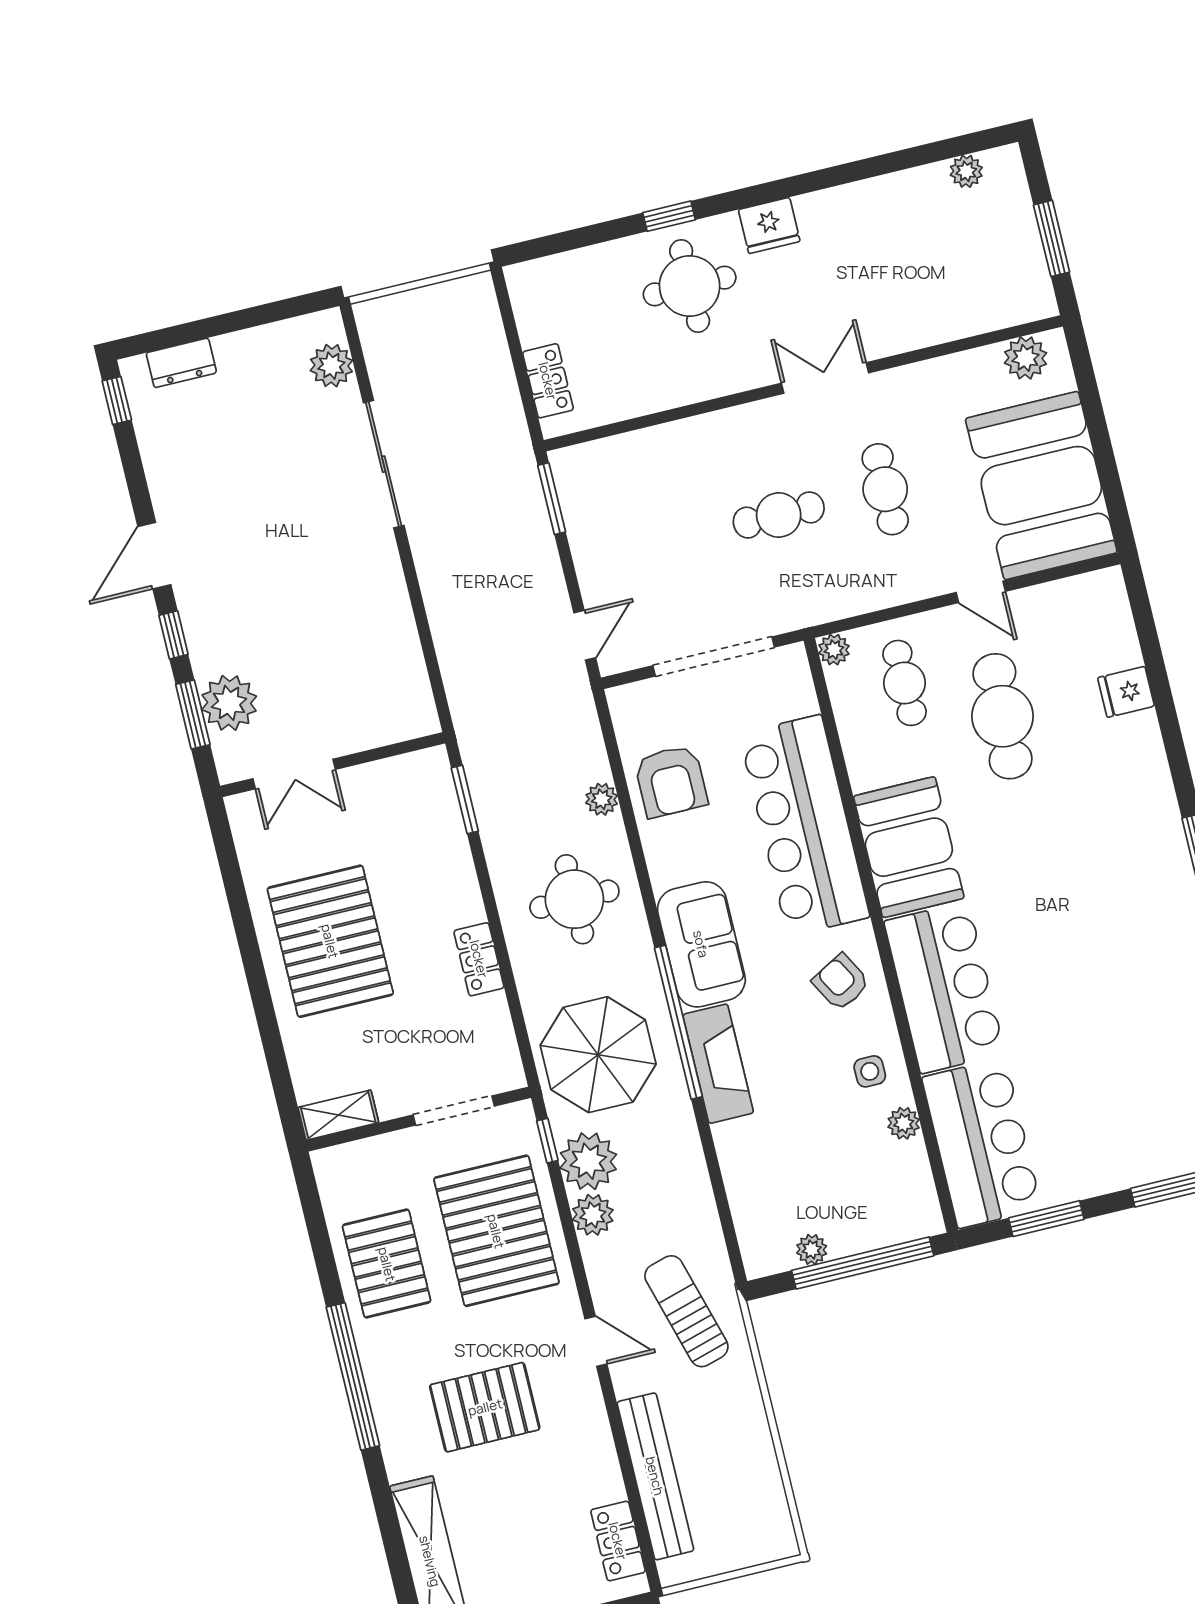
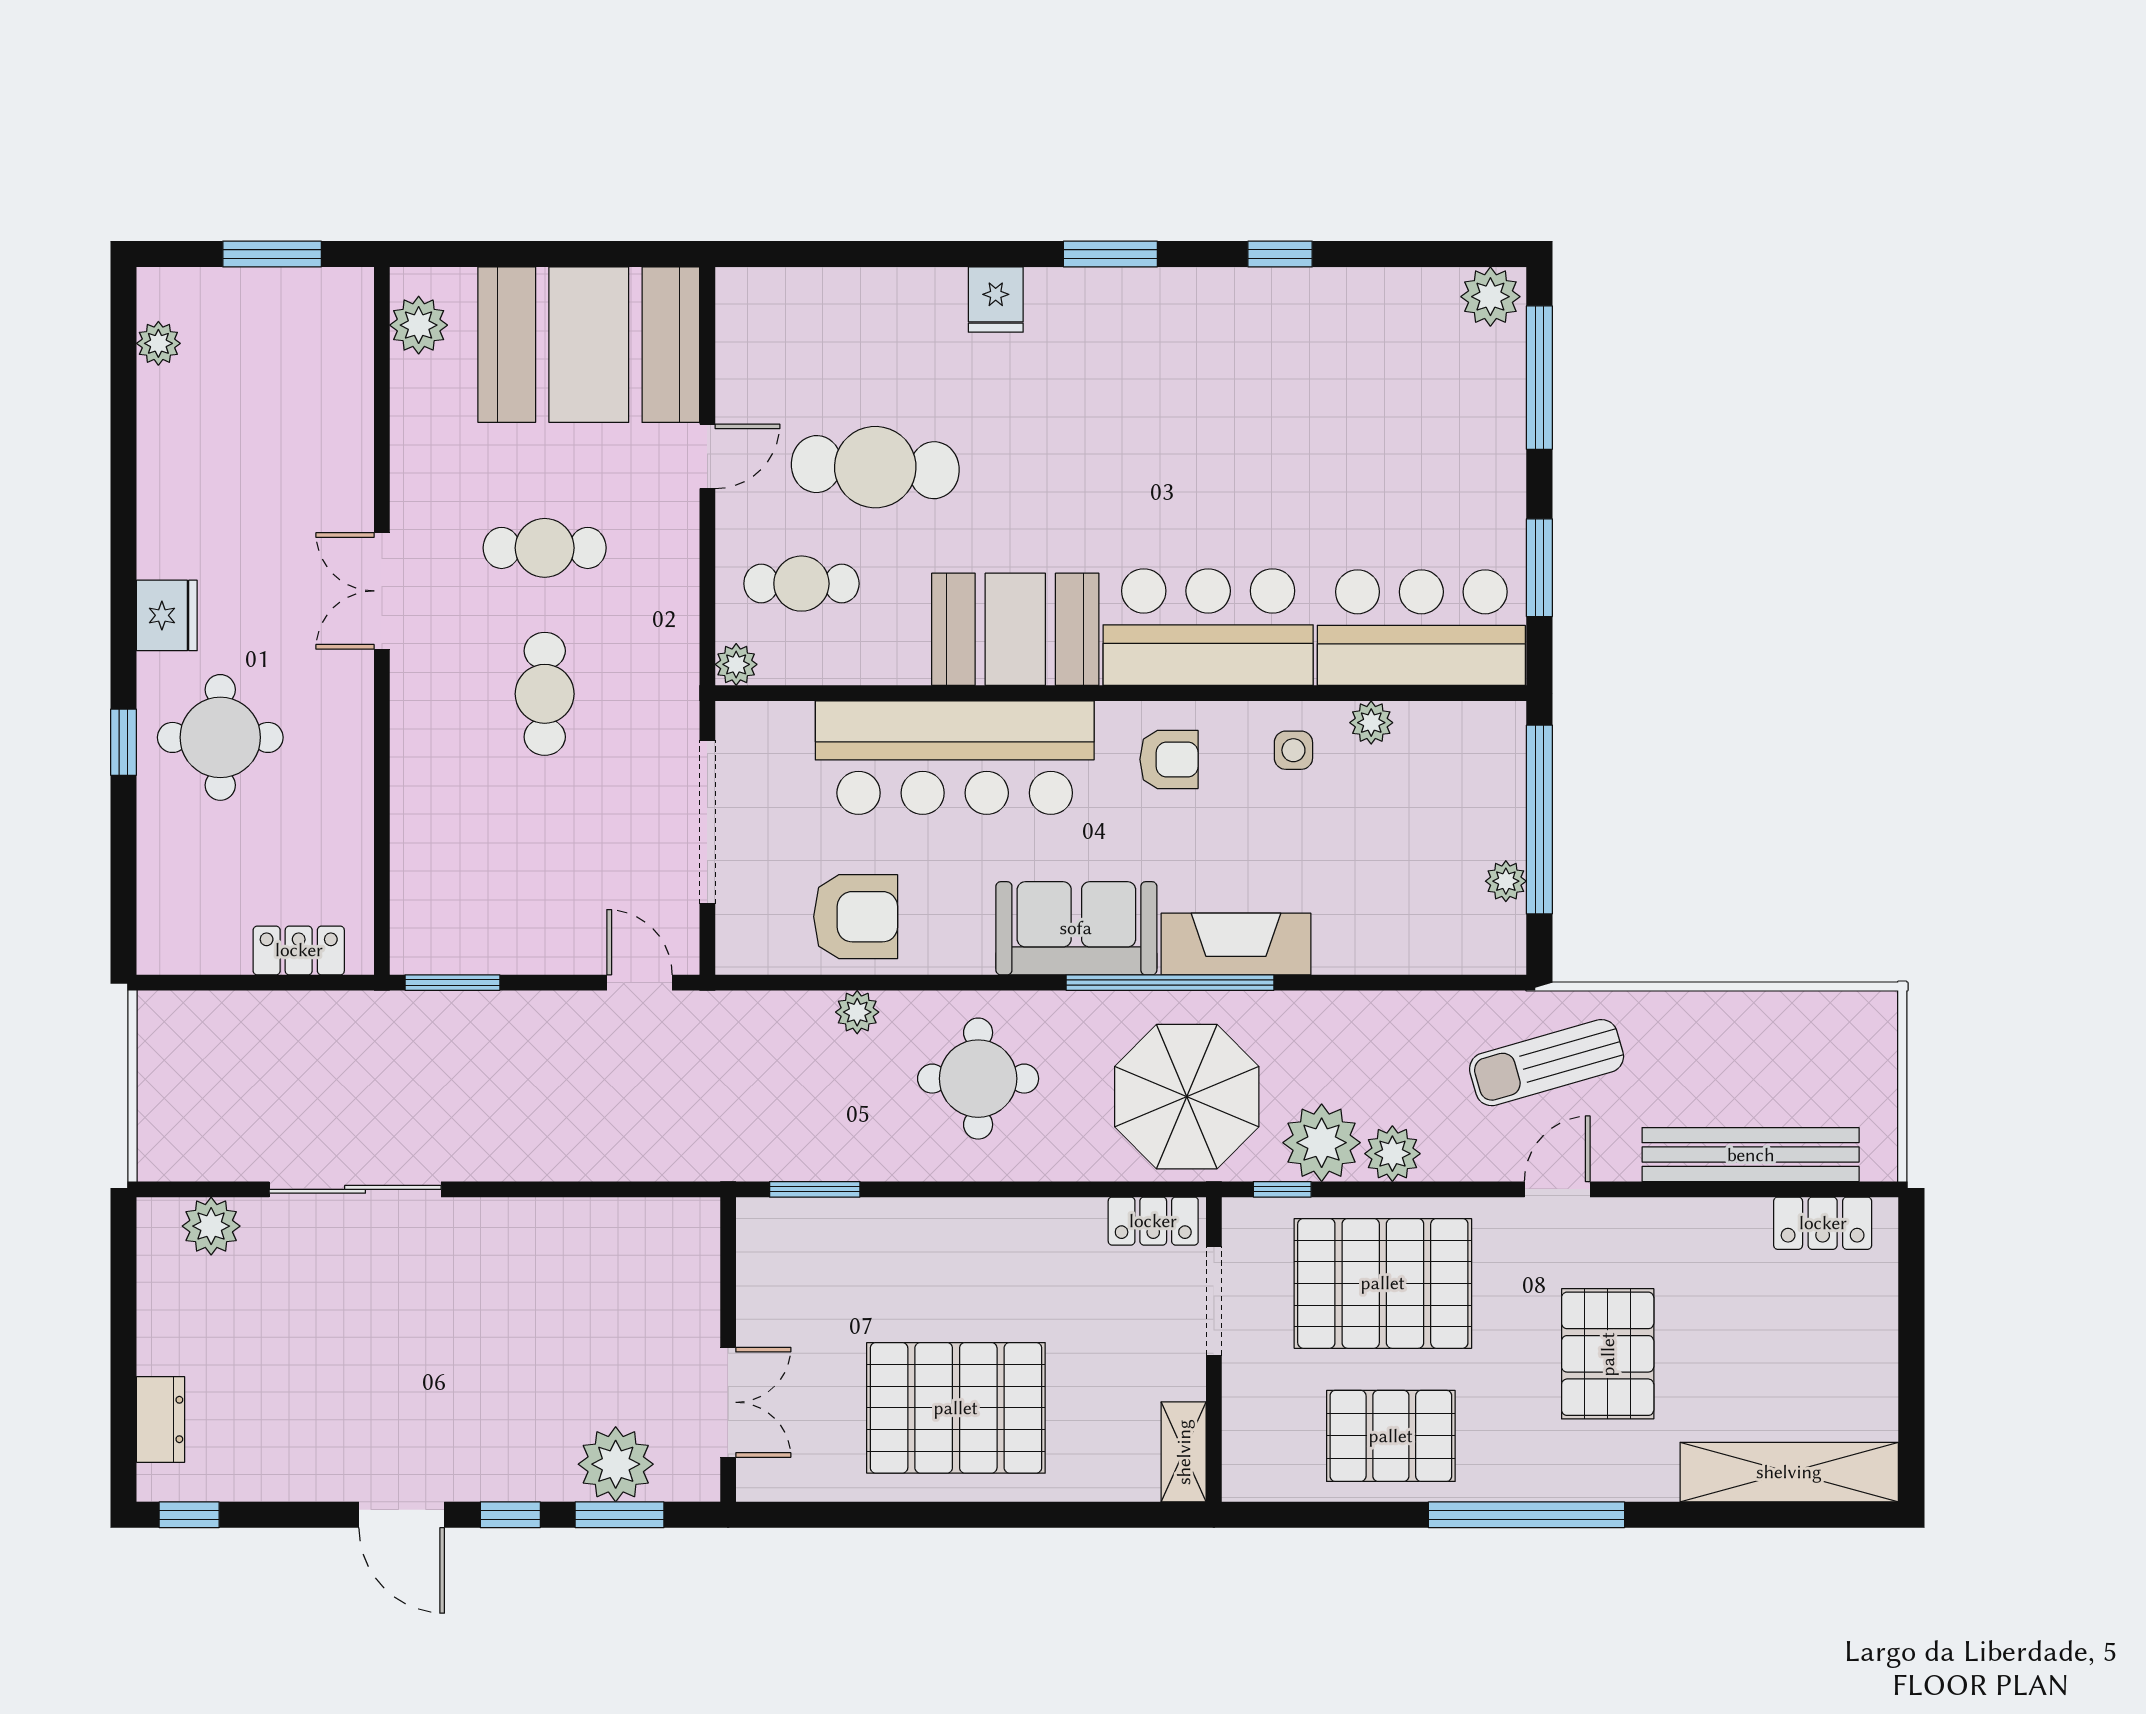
fridge: (1126, 692) -> (996, 300), moved
locker: (479, 959) -> (1153, 1221), moved
armchair: (841, 982) -> (1169, 759), turned -151

